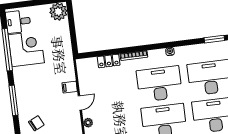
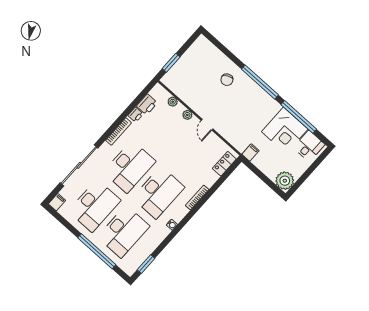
locker: (109, 61) -> (224, 164), moved
filing cabinet: (70, 87) -> (251, 152), moved
window: (13, 100) -> (260, 82), width x1.46

